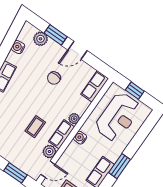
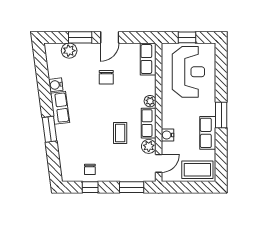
water cooler: (18, 47) -> (56, 85), moved
water cooler: (80, 138) -> (168, 135), moved

